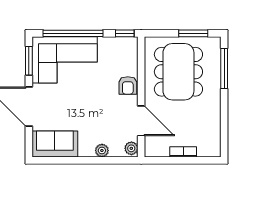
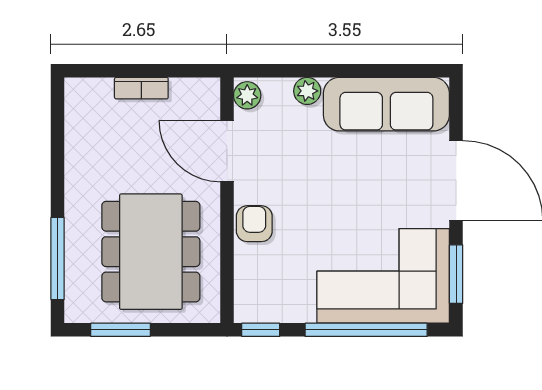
sofa: (55, 144) -> (386, 104), width x1.36

